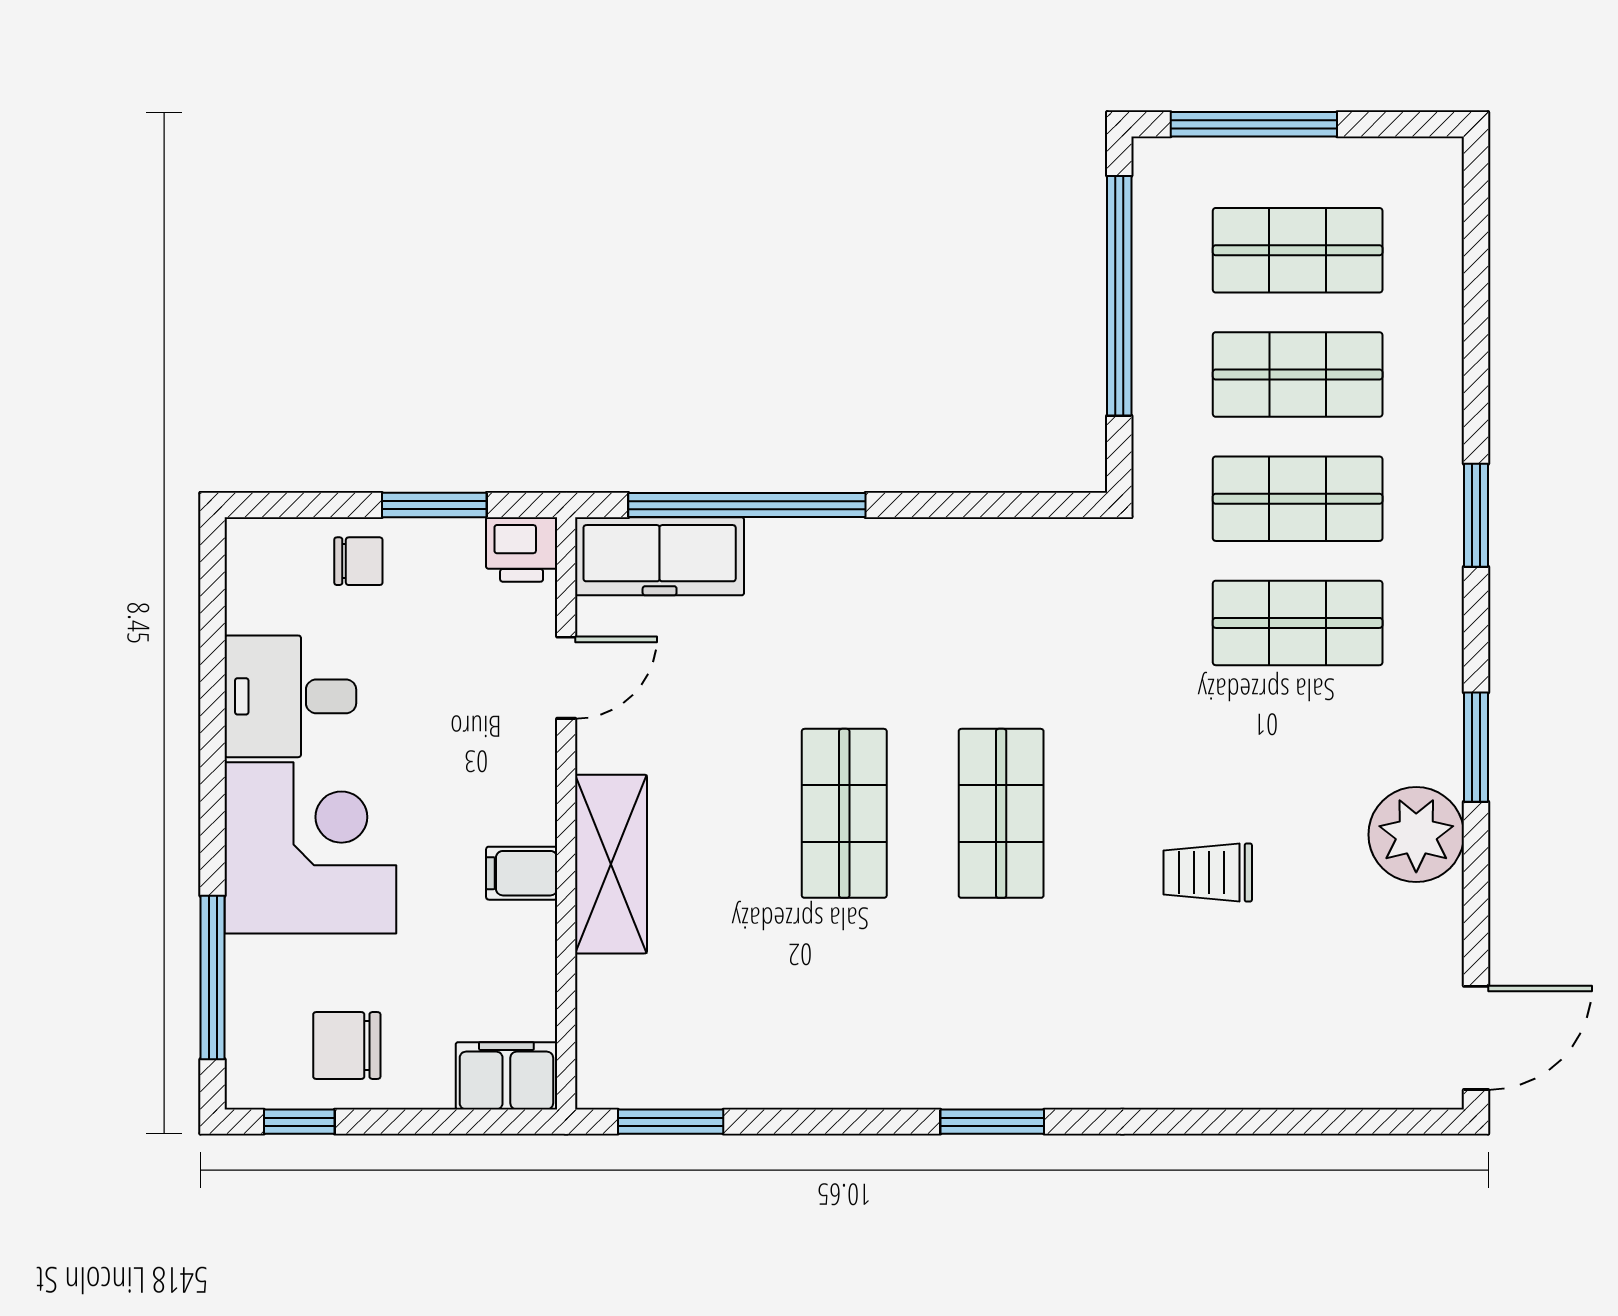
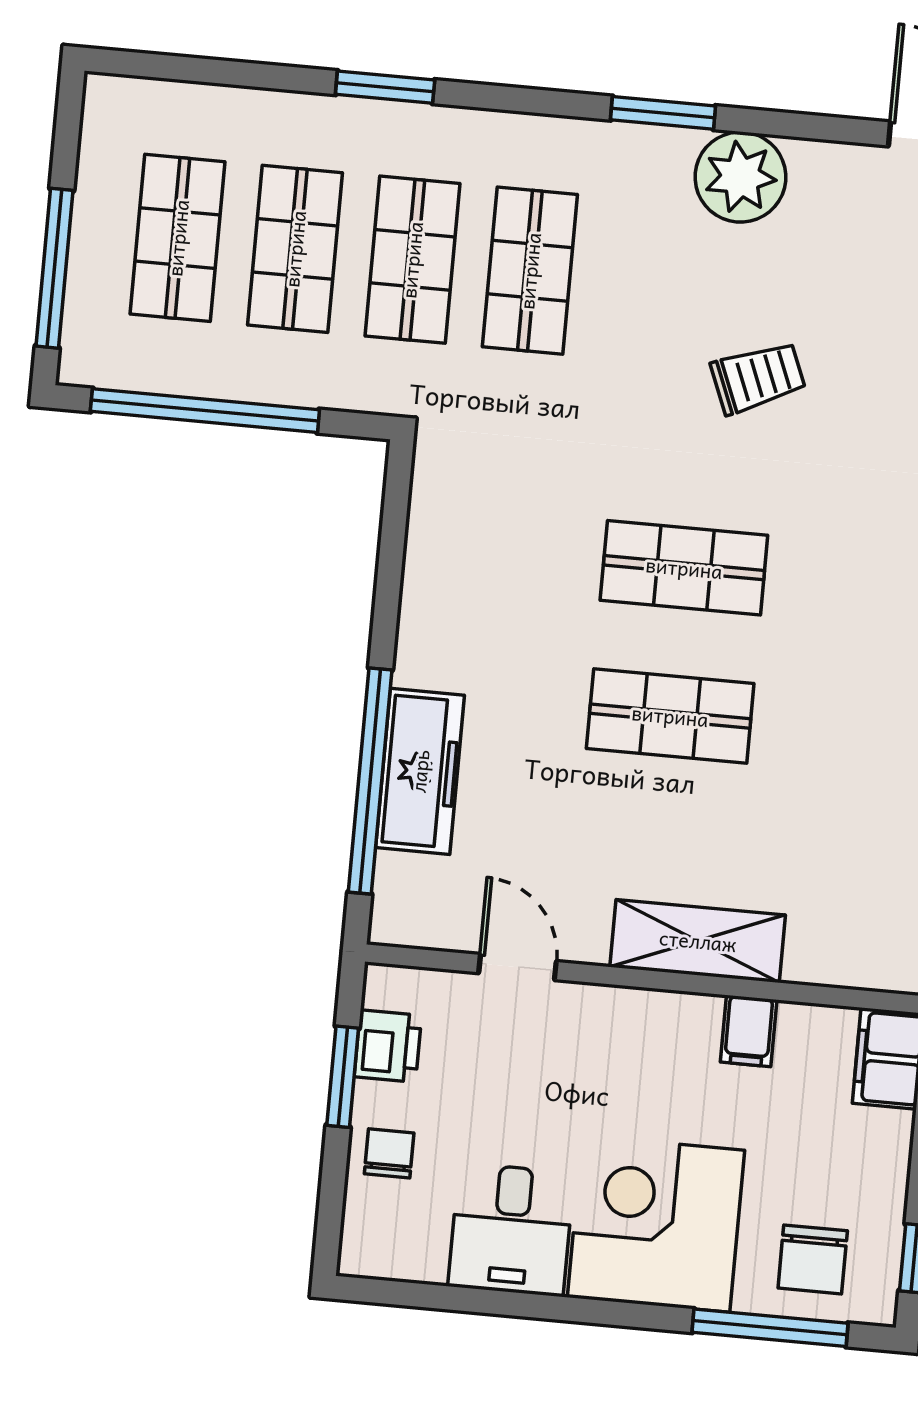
window: (1476, 515) -> (385, 87), moved
printer: (522, 549) -> (388, 1046), moved
freezer: (660, 556) -> (420, 771), moved
filing cabinet: (522, 873) -> (749, 1031), moved
trolley: (1208, 873) -> (758, 378), turned -112
chair: (347, 1046) -> (813, 1259), moved

